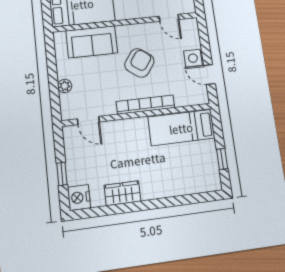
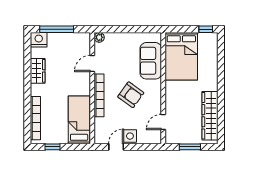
plant: (65, 86) -> (99, 37), moved
door: (88, 120) -> (92, 64), moved
window: (62, 174) -> (57, 29), width x2.17
bookcase: (187, 188) -> (35, 118), added

